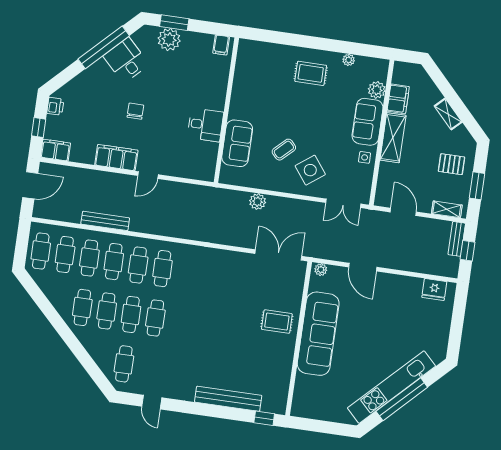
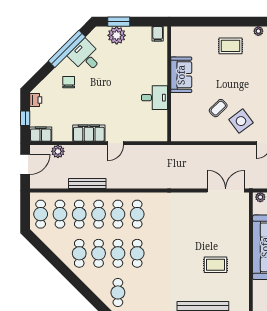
chair: (135, 111) -> (69, 82), moved
sofa: (237, 143) -> (181, 75), moved
plant: (258, 202) -> (58, 151), moved
rug: (277, 322) -> (216, 265), moved

